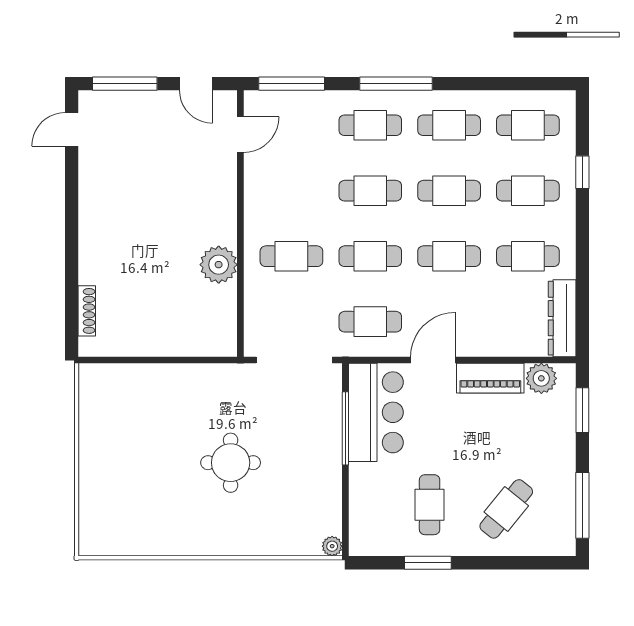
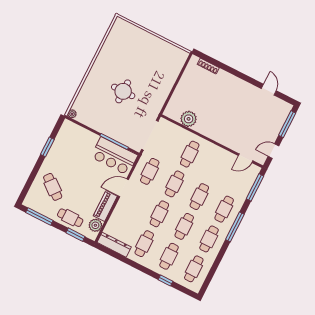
door: (72, 129) -> (269, 90), moved
door: (240, 135) -> (246, 158), hinge flipped
plant: (219, 265) -> (189, 119), moved
door: (433, 360) -> (123, 188), swing flipped
cafe table: (430, 505) -> (70, 218), moved

